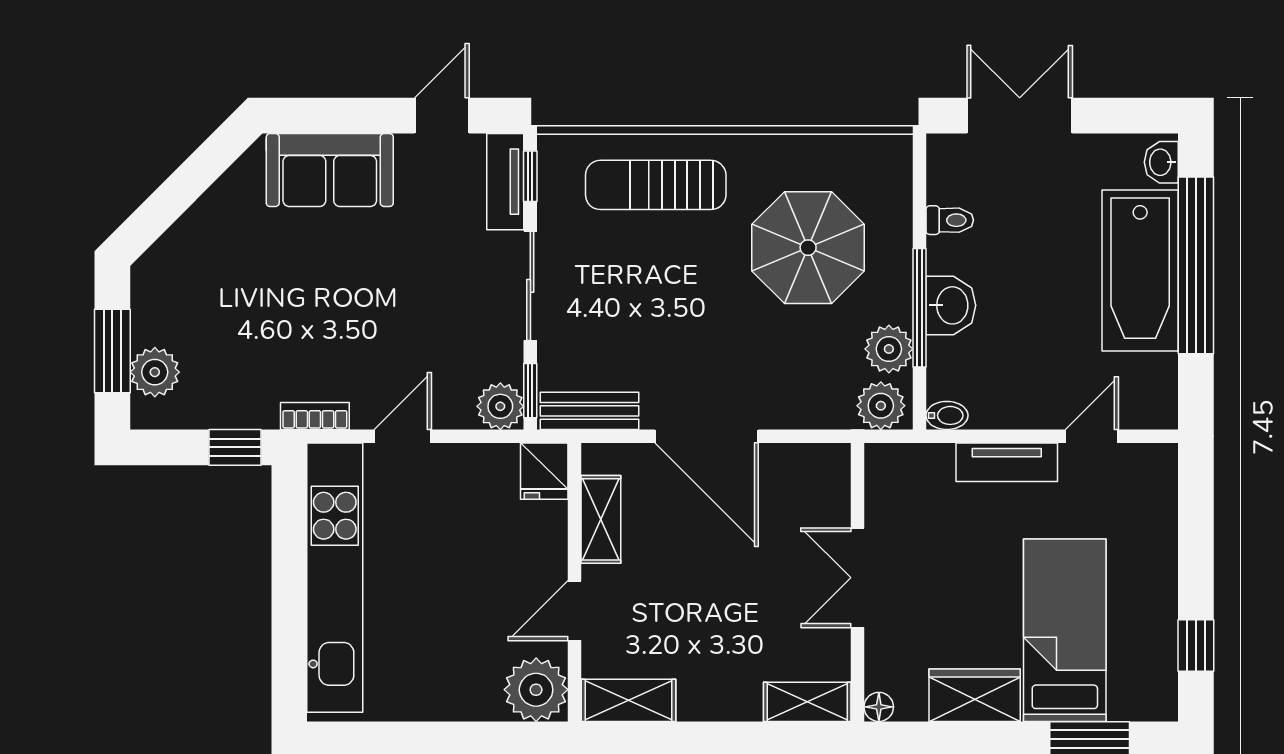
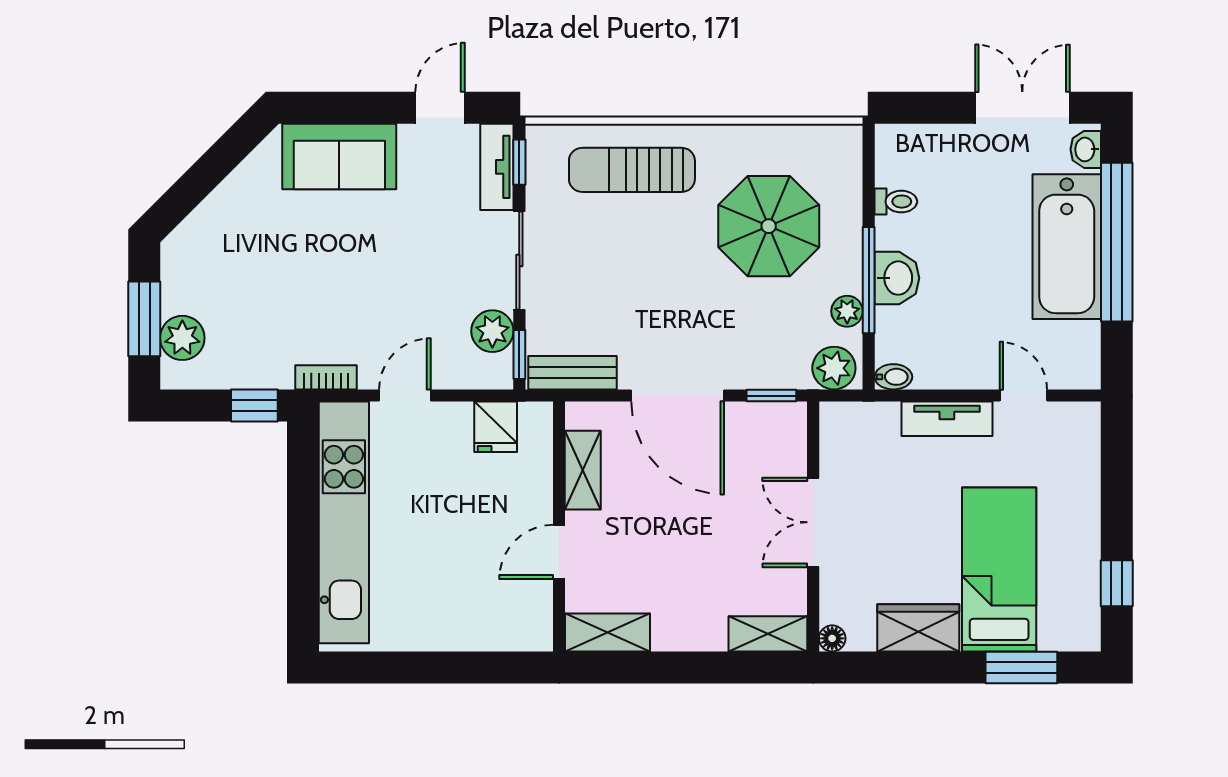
double door: (1020, 116) -> (1022, 108), moved
plant: (889, 349) -> (847, 311), width x0.73, depth x0.73
plant: (500, 406) -> (492, 331), moved
window: (811, 436) -> (771, 396), added
door: (1092, 436) -> (1023, 396), hinge flipped
fridge: (544, 471) -> (496, 427), moved
plant: (536, 690) -> (525, 623), removed

